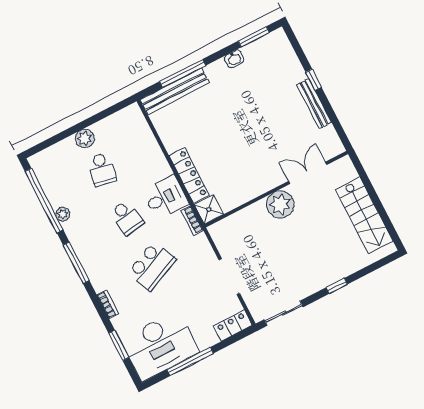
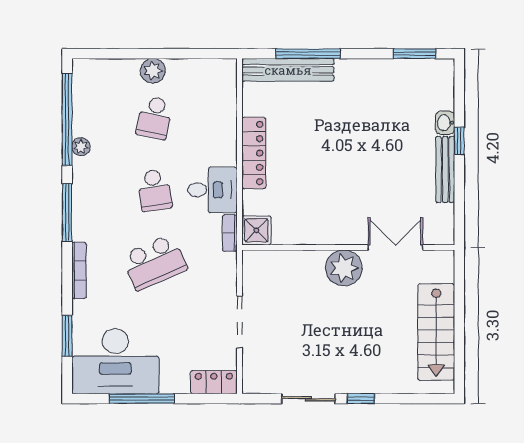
washbasin: (234, 59) -> (445, 123), moved, turned 90
locker: (189, 175) -> (254, 153), moved
bookcase: (108, 304) -> (79, 270), width x1.56
sliding door: (284, 313) -> (308, 399), moved

